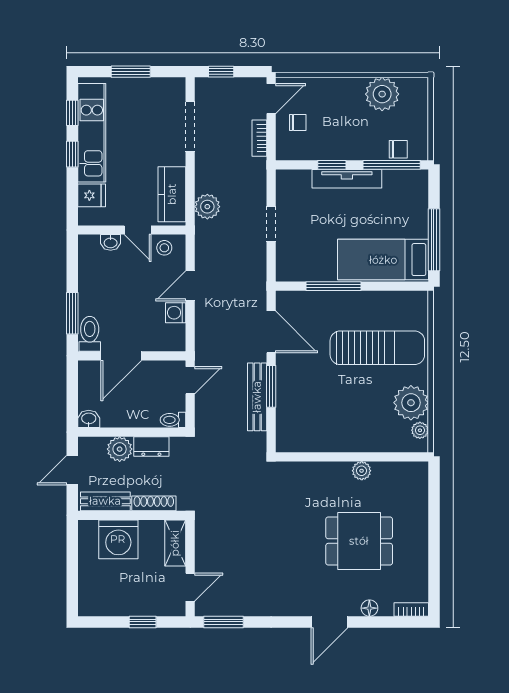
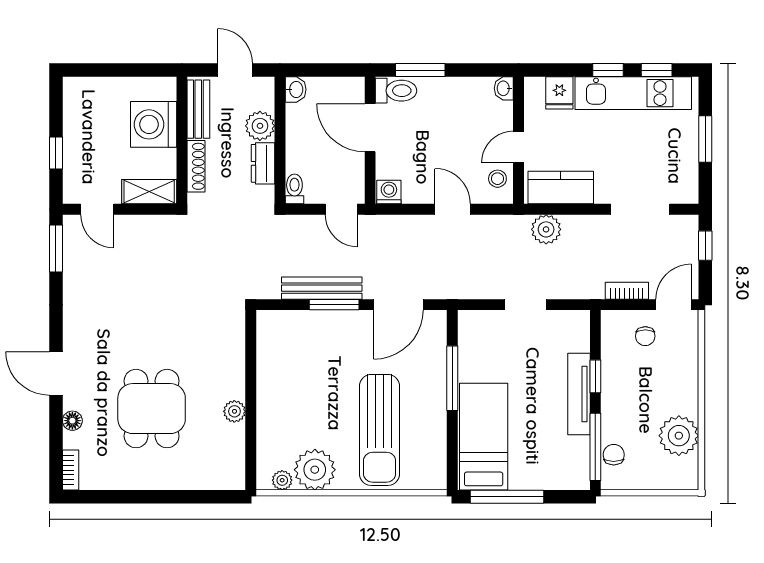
door: (271, 99) -> (674, 305), swing flipped
chair: (398, 149) -> (614, 455), turned 180
washbasin: (111, 242) -> (504, 88), moved
washing machine: (176, 313) -> (389, 192), moved

